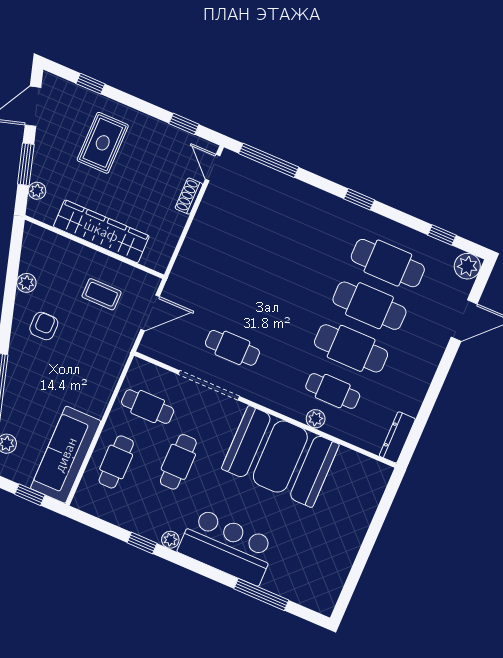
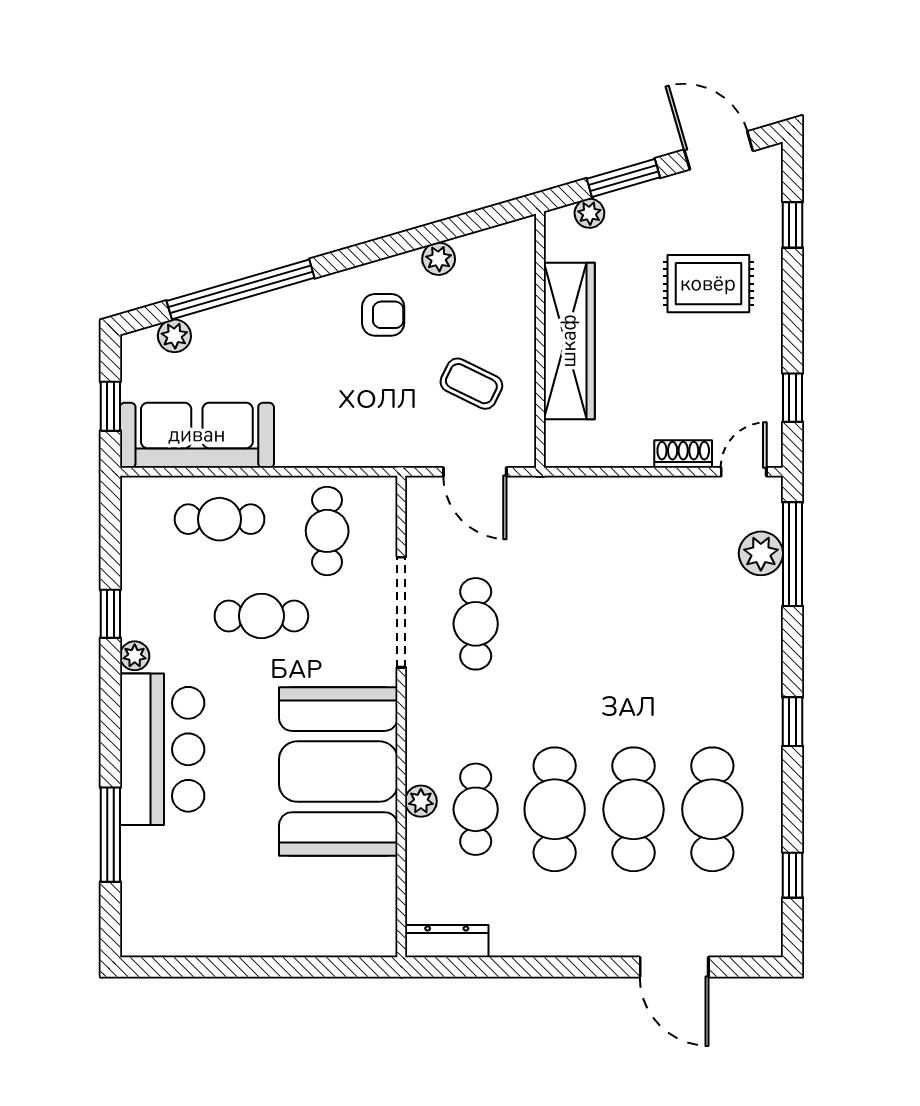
plant: (467, 266) -> (761, 553), moved
coffee table: (102, 294) -> (471, 384), turned -64

